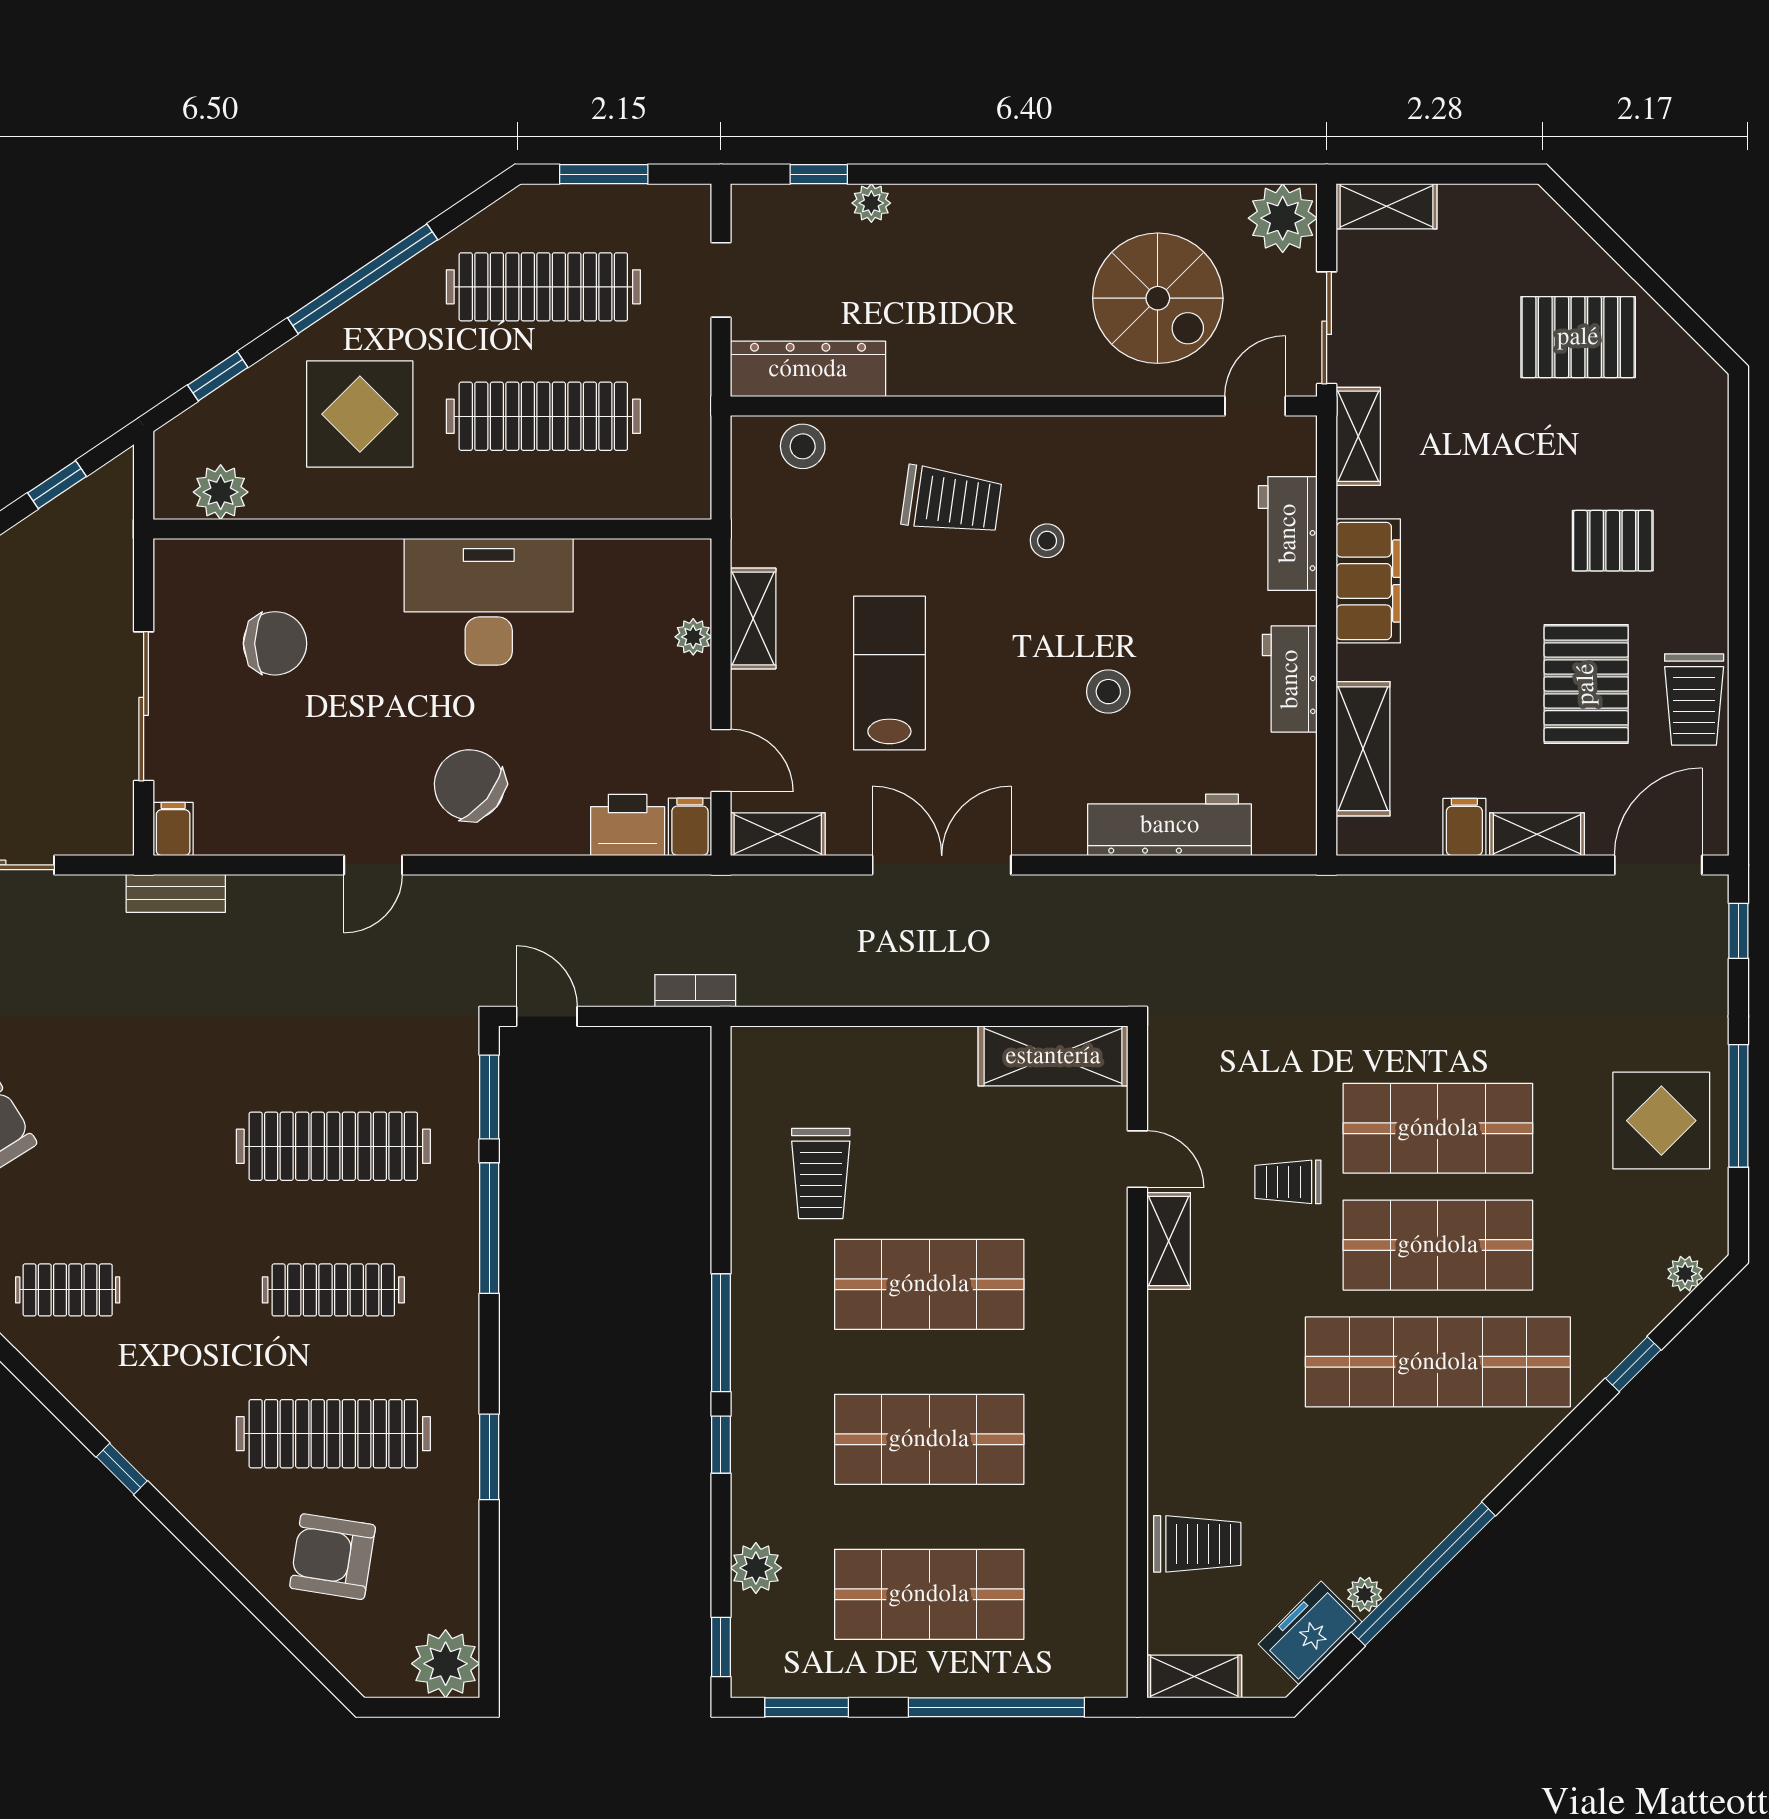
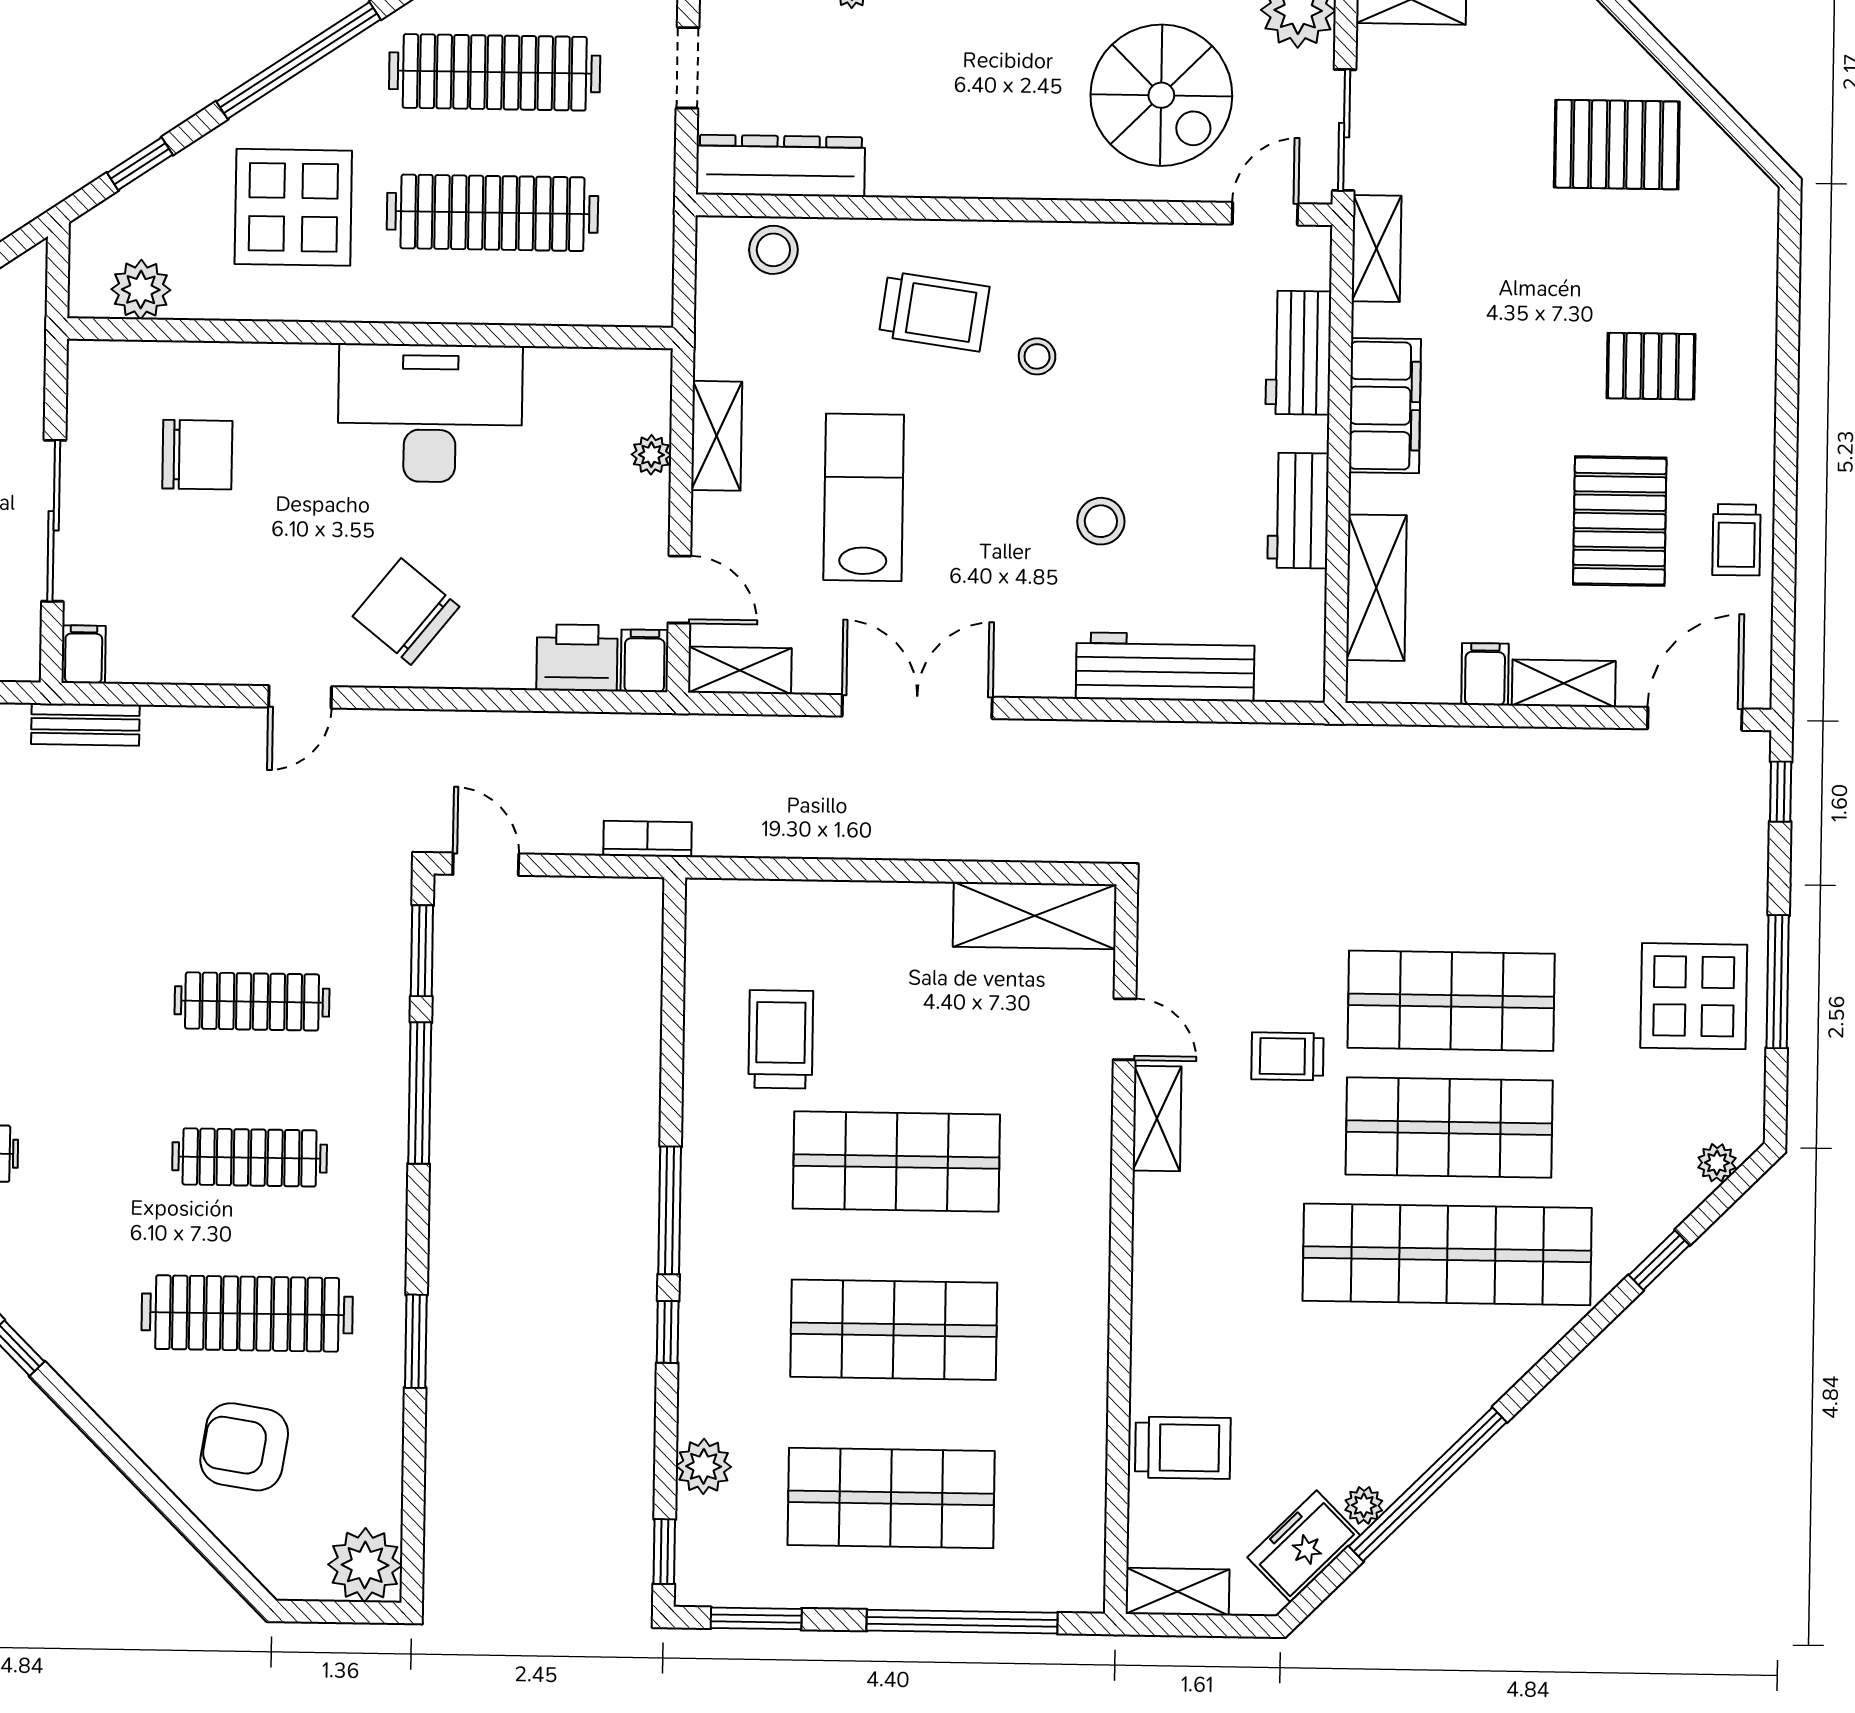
trolley: (1694, 700) -> (1736, 540), width x0.73, depth x0.72
clothes rail: (333, 1146) -> (252, 1001), width x0.73, depth x0.76
trolley: (821, 1173) -> (781, 1039), turned 180

